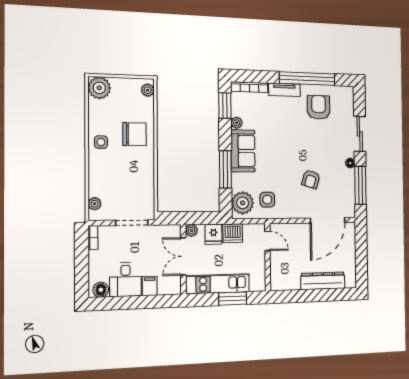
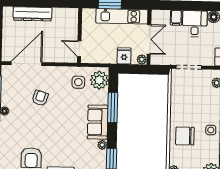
dishwasher: (233, 233) -> (108, 56), removed

